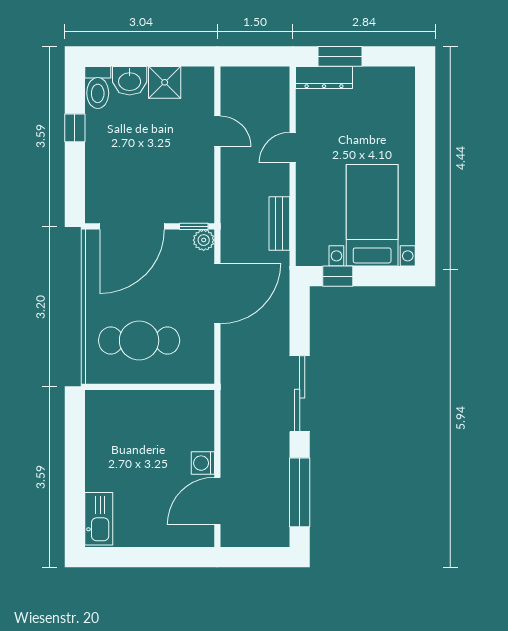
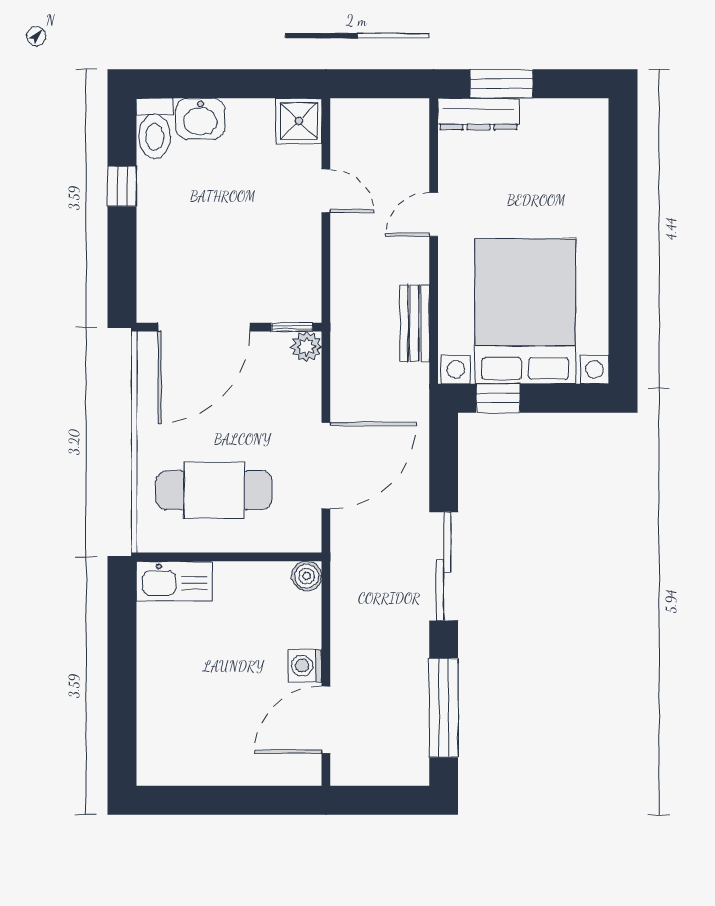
shower: (165, 82) -> (299, 121), moved
bed with nightstands: (372, 215) -> (525, 311), width x1.36
door: (217, 293) -> (326, 466), moved
boiler: (204, 400) -> (307, 576), added
kitchen sink: (99, 519) -> (174, 581), moved, turned 90

